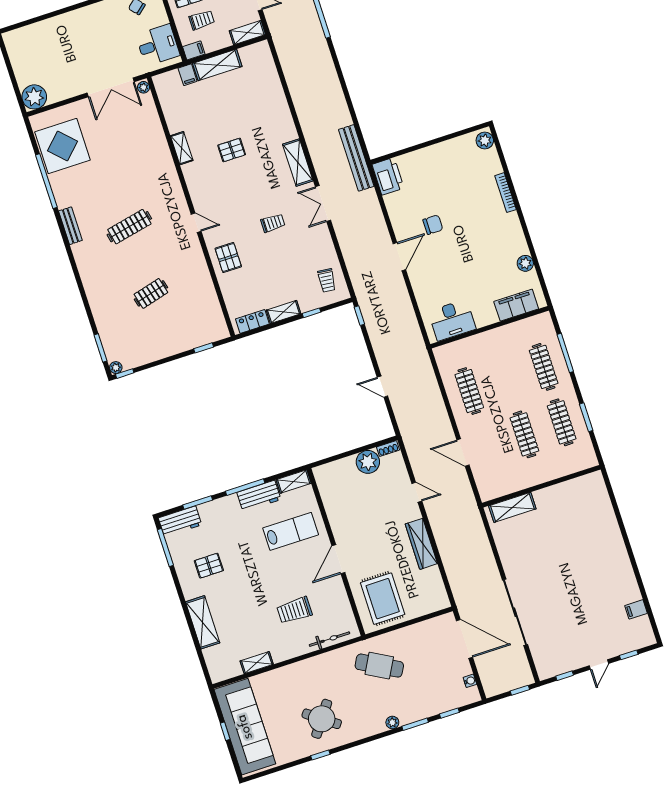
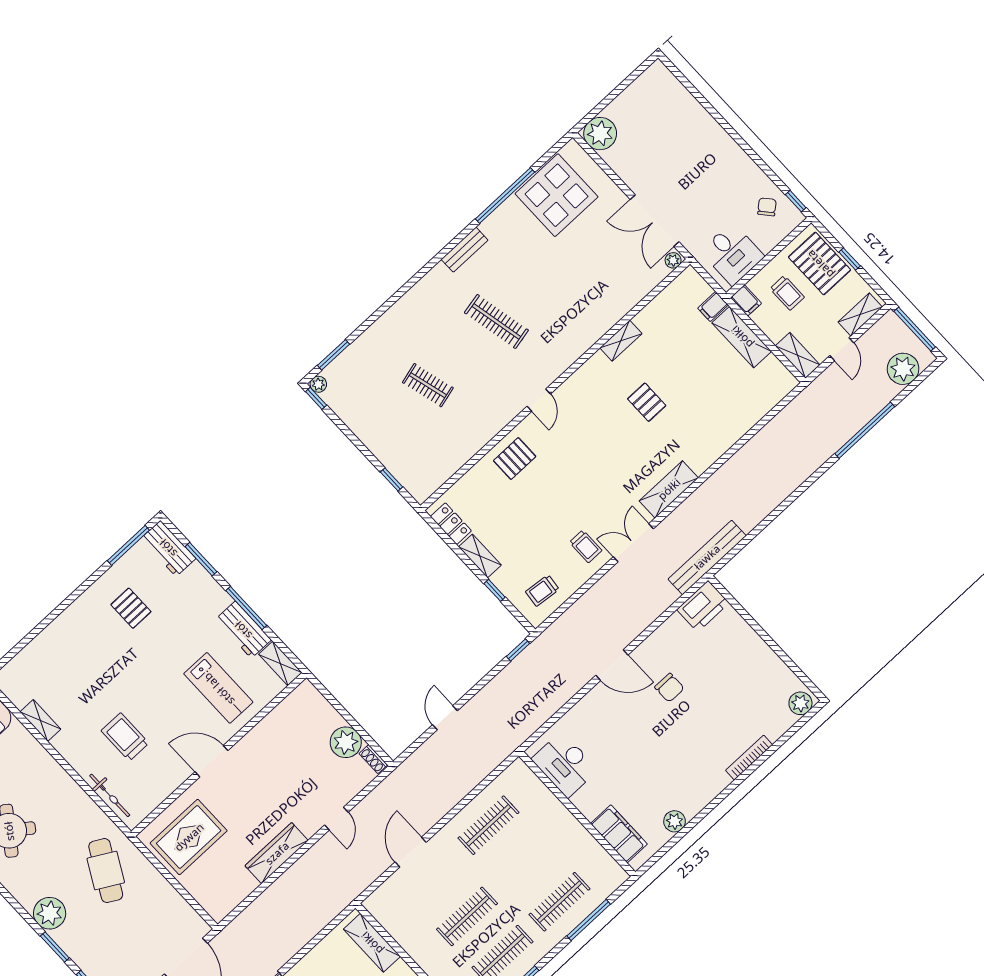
trolley: (273, 223) -> (586, 546), moved
shelving: (203, 622) -> (59, 633), removed
plant: (392, 722) -> (50, 913), width x1.87, depth x1.87

